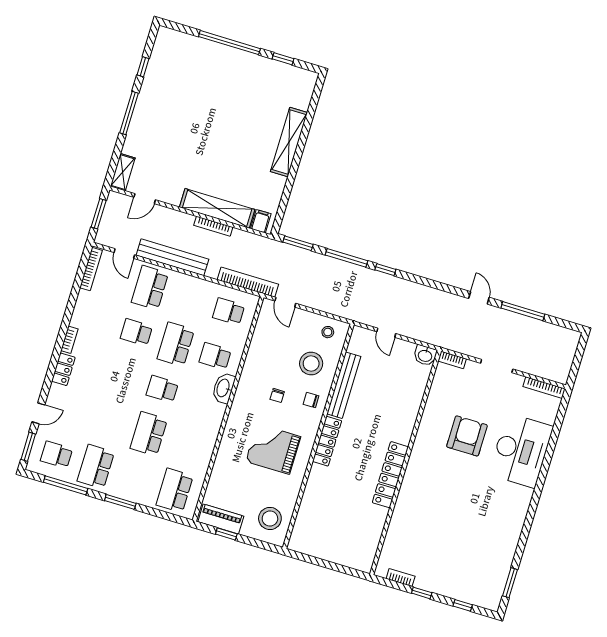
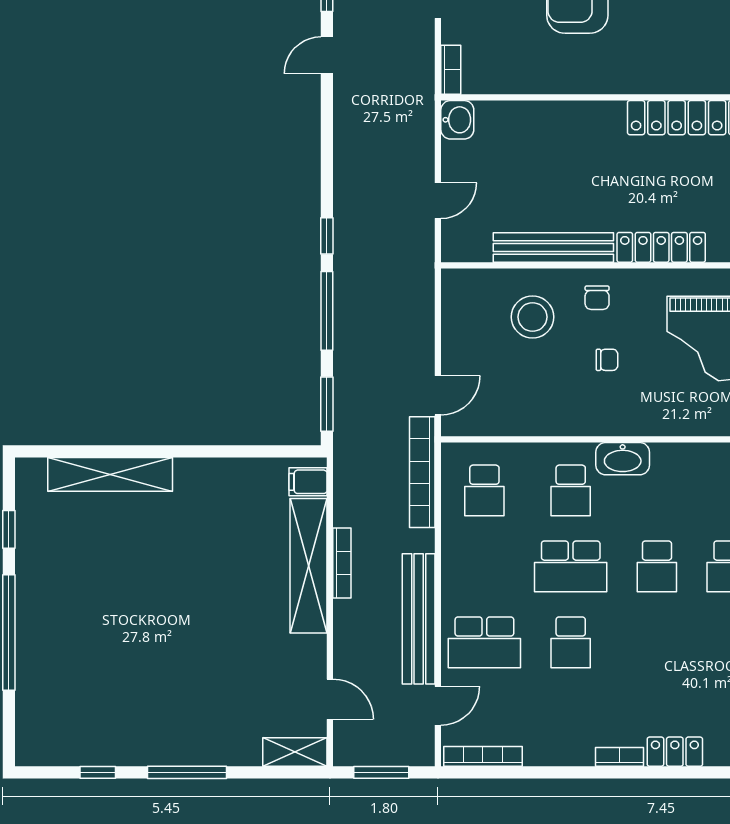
shelving: (289, 142) -> (110, 474), moved
stool: (328, 332) -> (468, 304), removed

